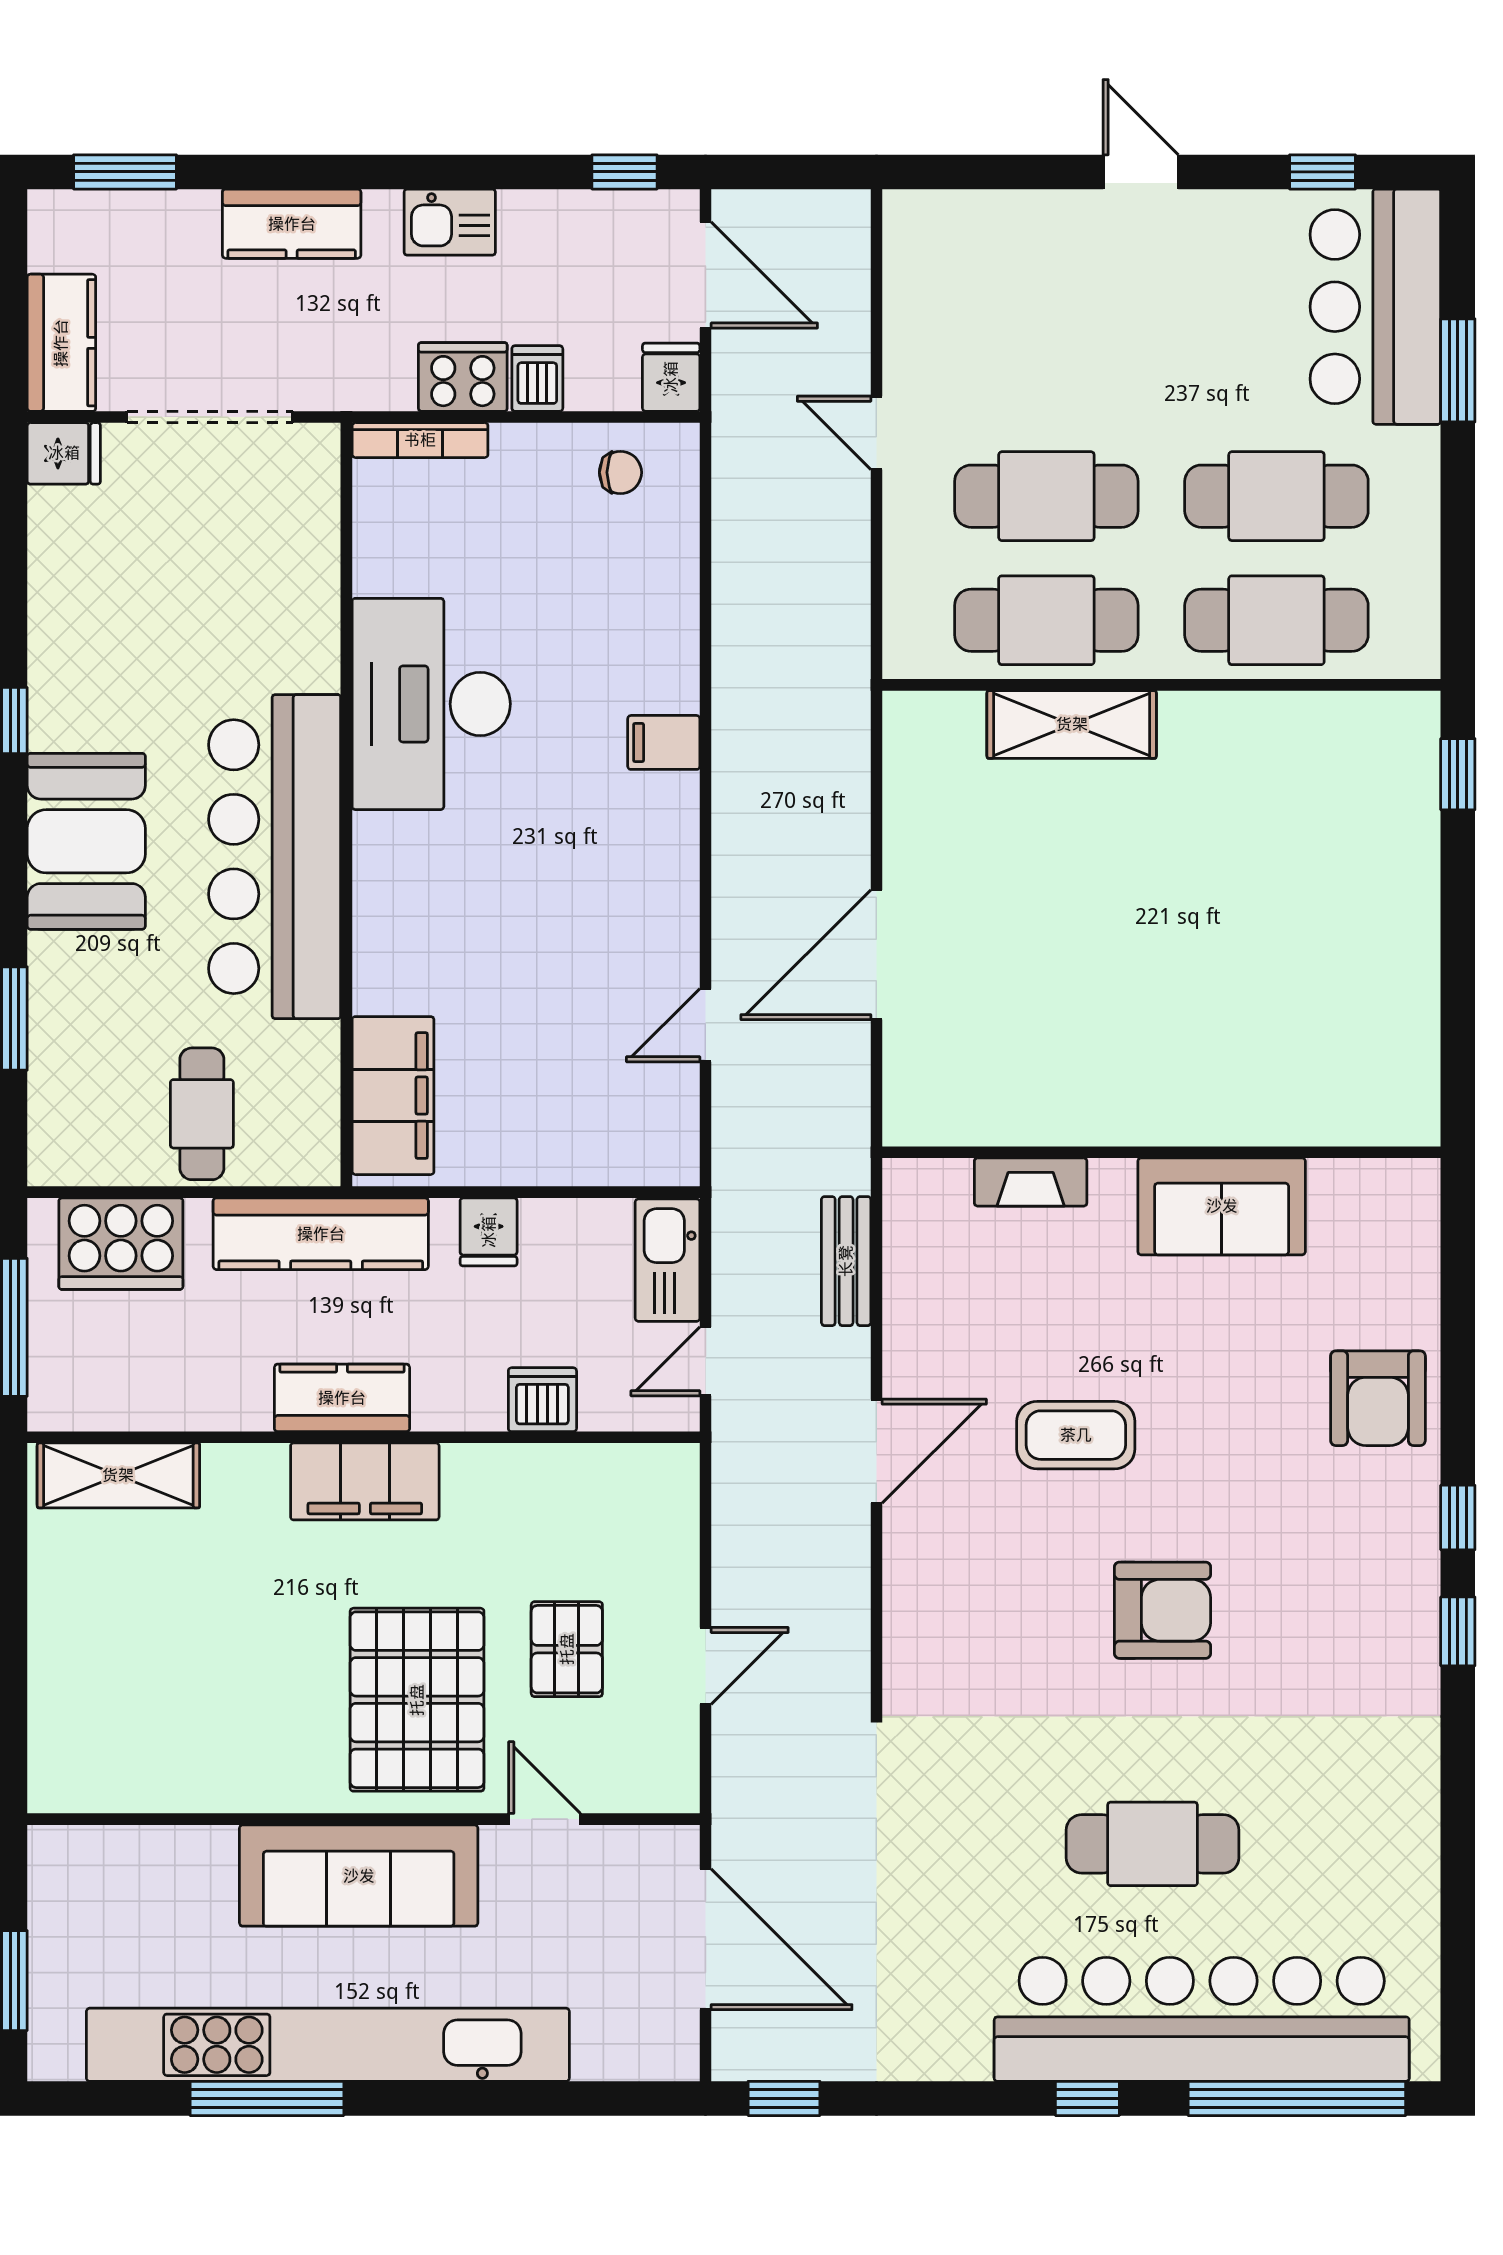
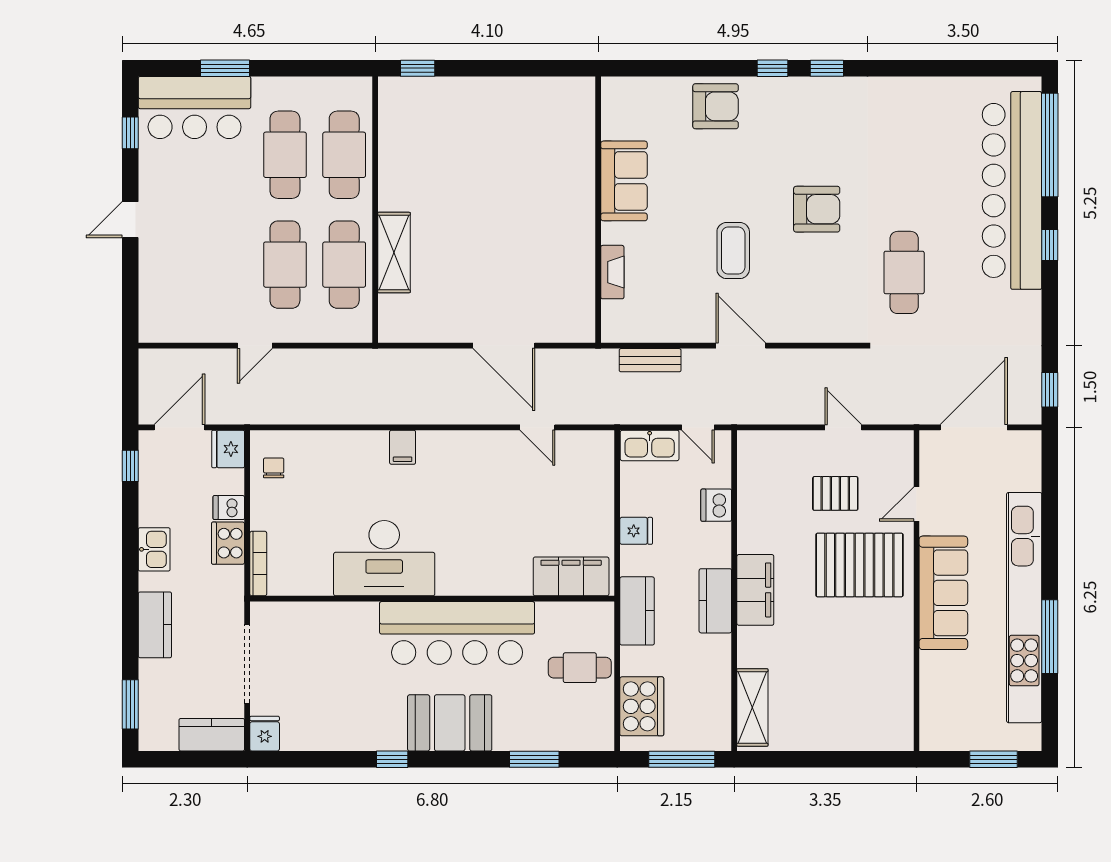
fridge: (671, 377) -> (228, 449), width x1.38
kitchen counter: (321, 1234) -> (637, 611), width x0.67
armchair: (1163, 1610) -> (817, 209), turned 90
cafe table: (1153, 1844) -> (904, 272), moved

